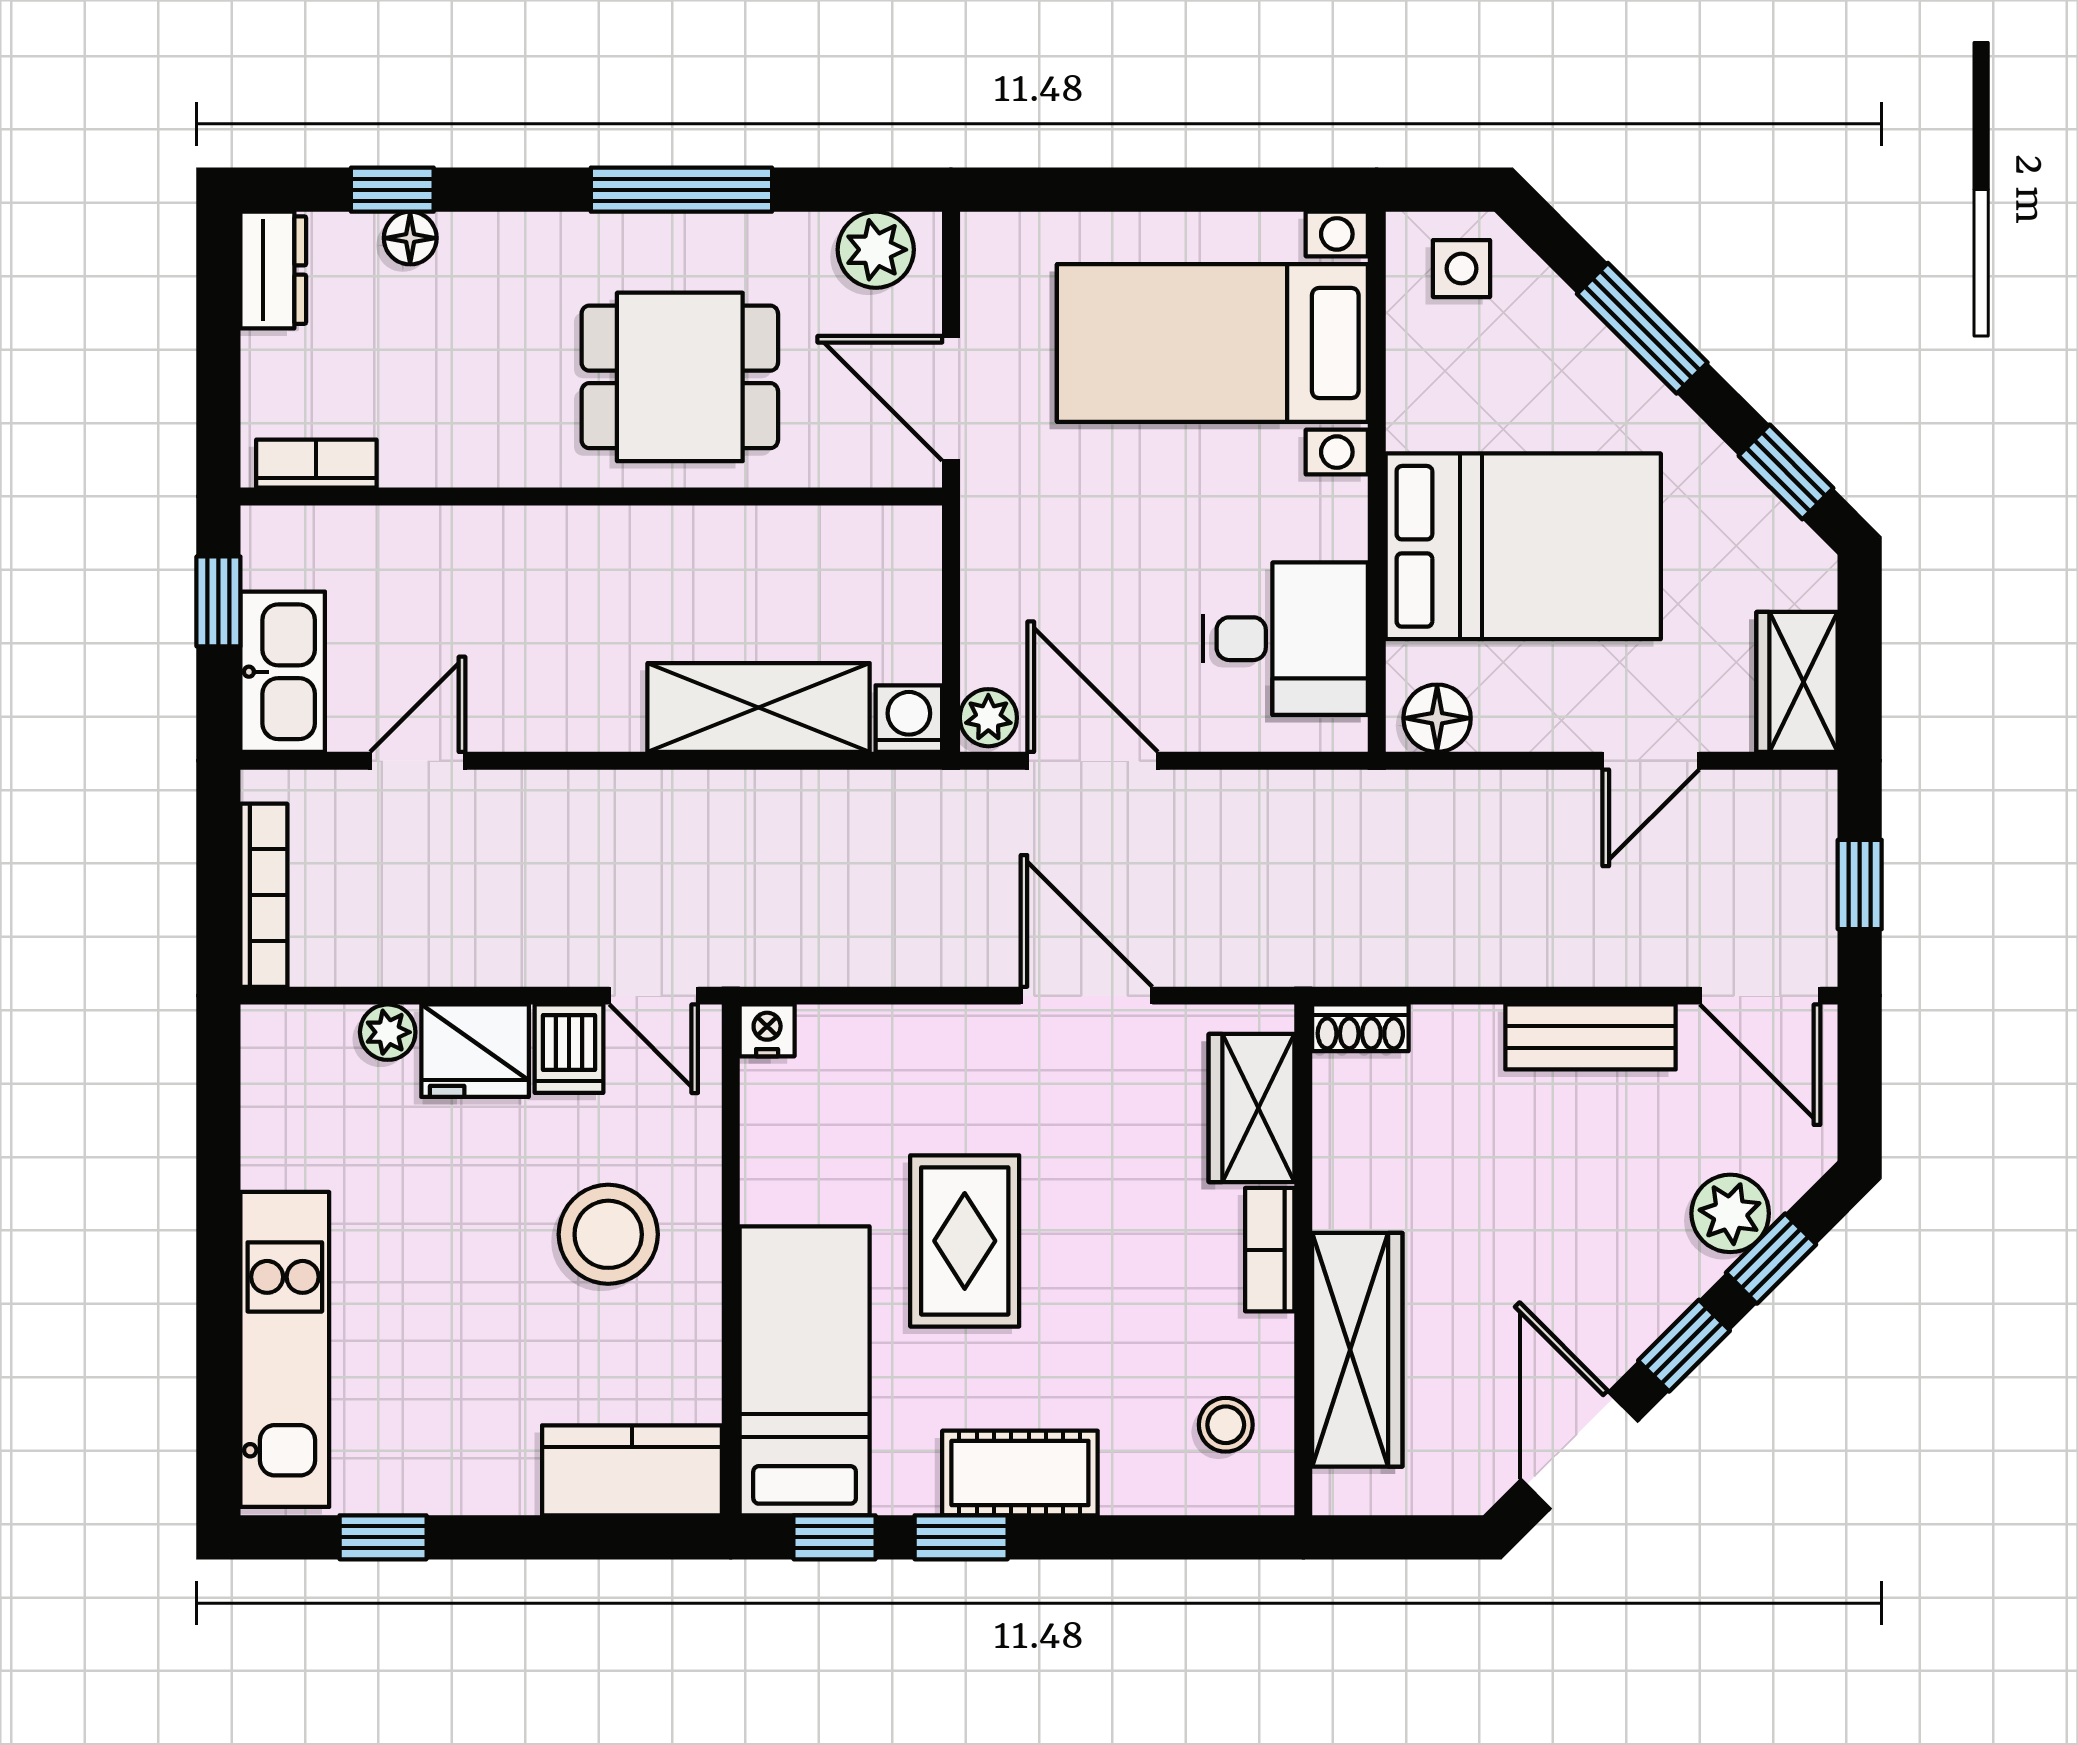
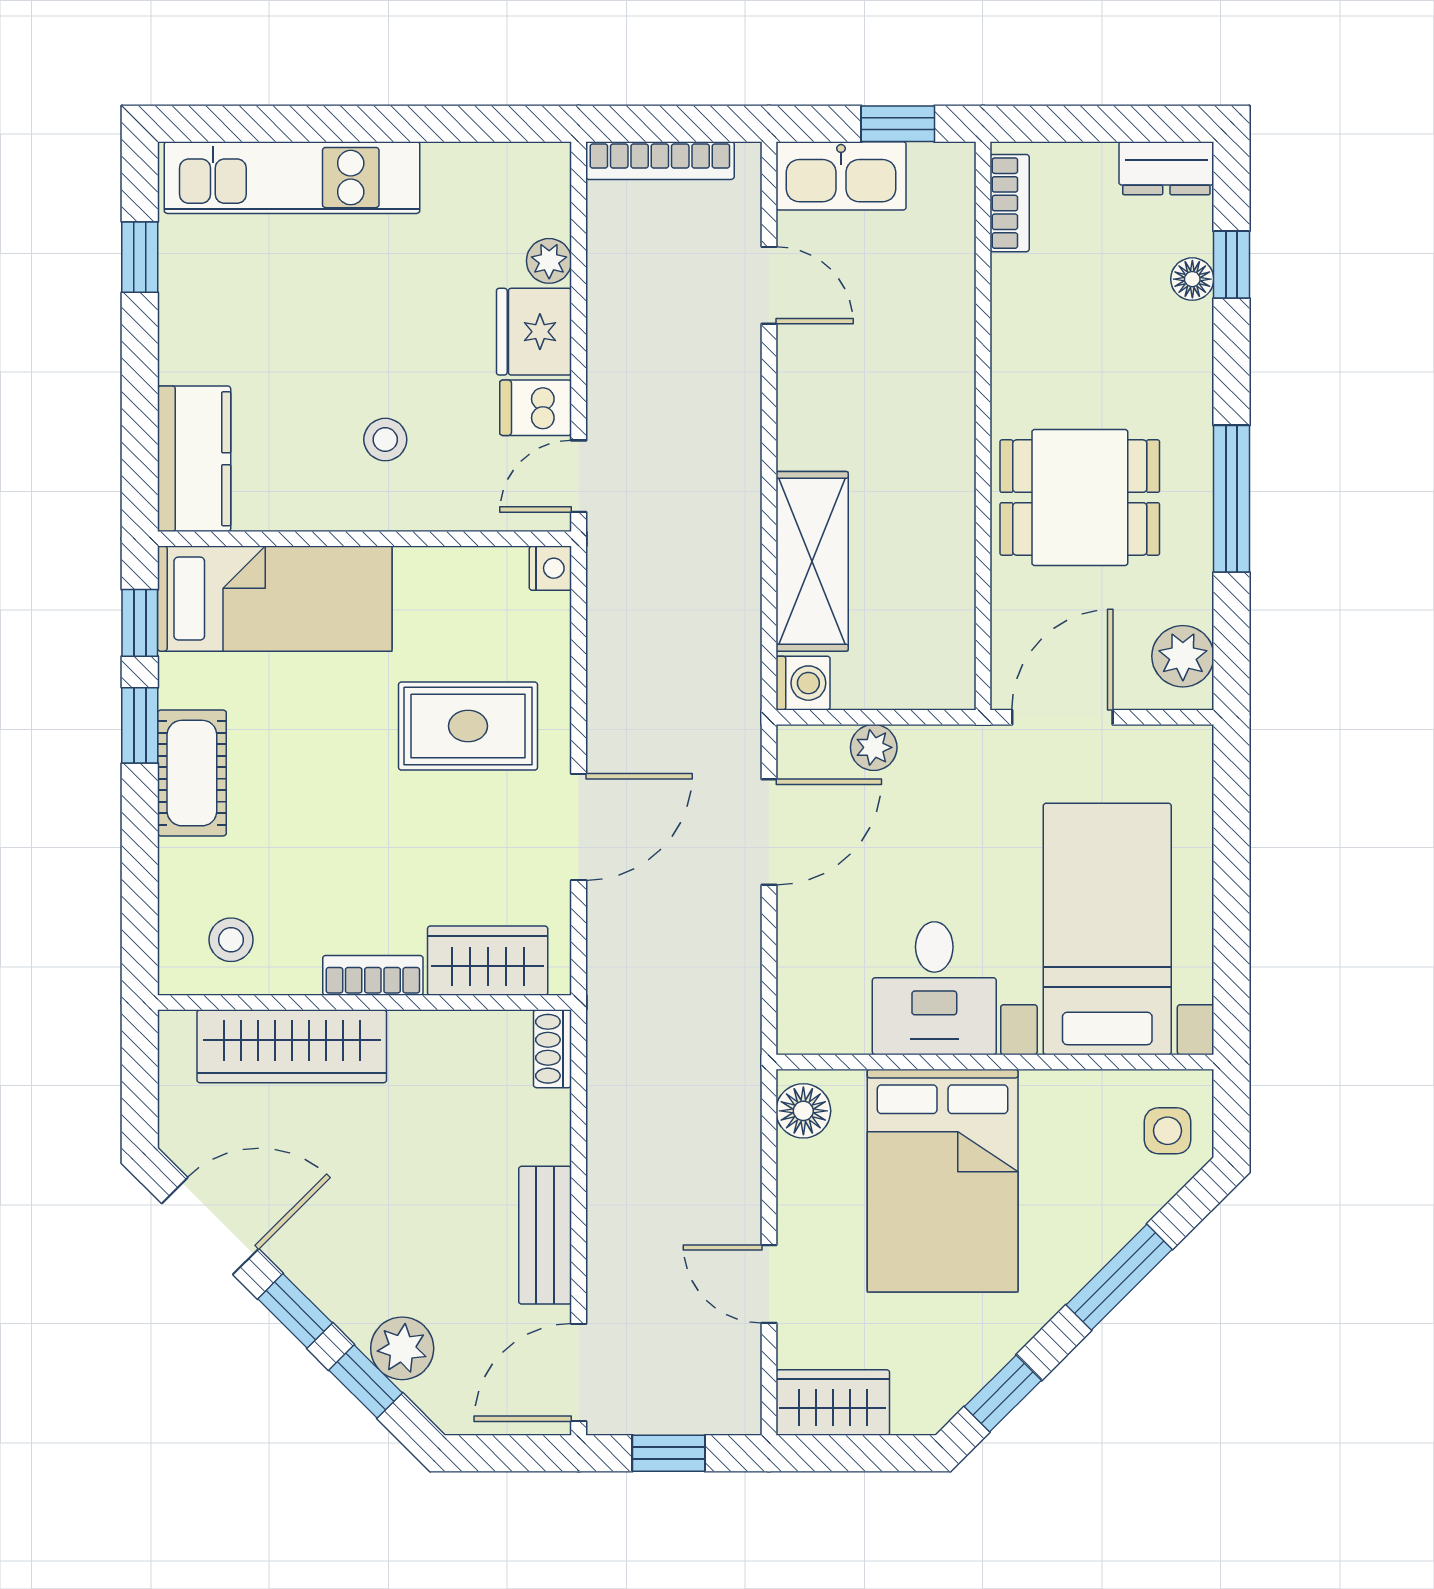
dining table: (680, 377) -> (1080, 497), turned 90
desk: (1286, 639) -> (934, 988), moved
plant: (988, 718) -> (874, 747), moved
stool: (608, 1234) -> (385, 440), width x0.53, depth x0.53
rug: (965, 1241) -> (468, 726), moved

